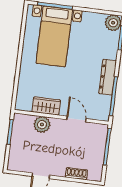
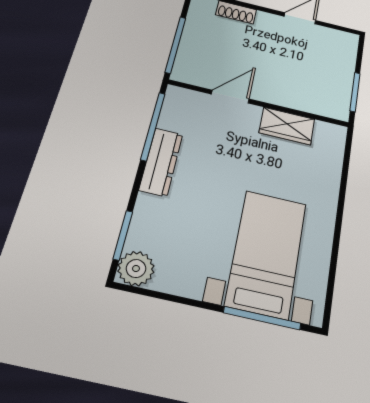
door: (76, 119) -> (230, 97), swing flipped
plant: (42, 125) -> (296, 96), removed

